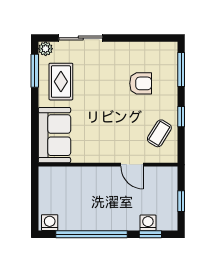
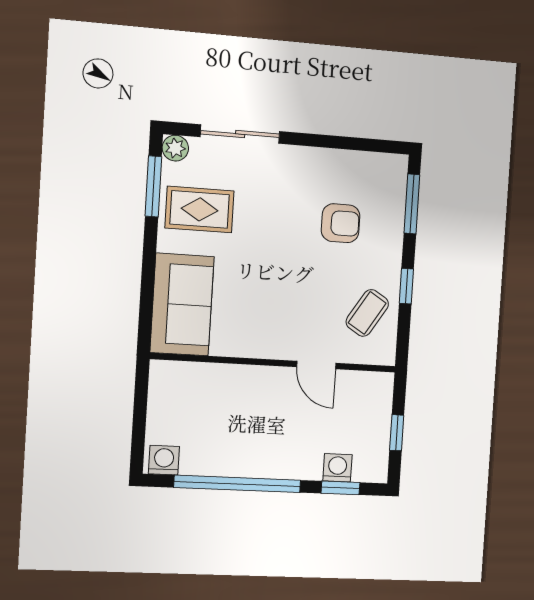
rug: (61, 82) -> (200, 209), turned 90

